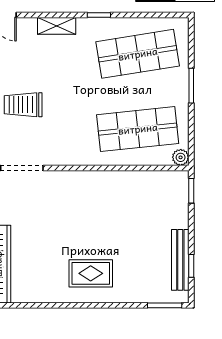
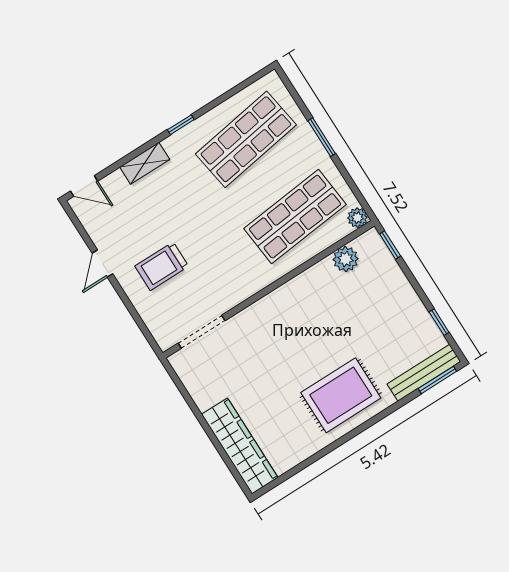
plant: (154, 181) -> (346, 259), added
bench: (180, 260) -> (424, 373), moved, turned 90
rug: (91, 273) -> (341, 395), width x1.36, depth x1.43

